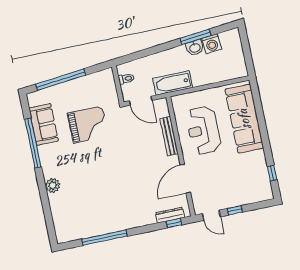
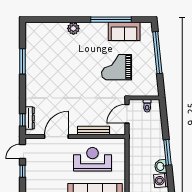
window: (195, 37) -> (167, 152), moved
bathtub: (173, 83) -> (136, 142), removed
grand piano: (88, 125) -> (117, 67), turned 90
door: (185, 179) -> (56, 137), hinge flipped
window: (104, 238) -> (23, 61), width x0.68

